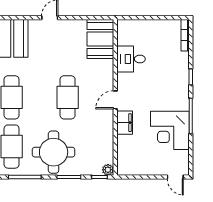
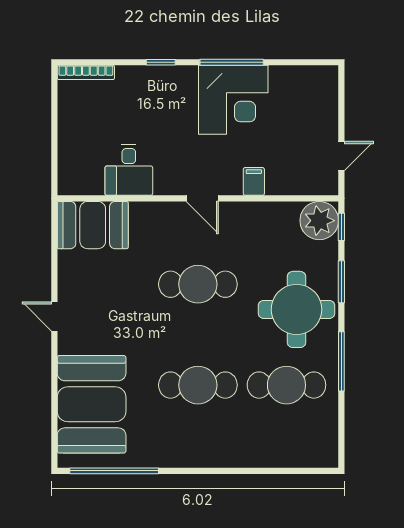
filing cabinet: (125, 123) -> (254, 181), width x0.50
corner desk: (170, 130) -> (233, 100), moved
plant: (108, 170) -> (319, 221), width x1.87, depth x1.87
door: (175, 177) -> (341, 156), moved

